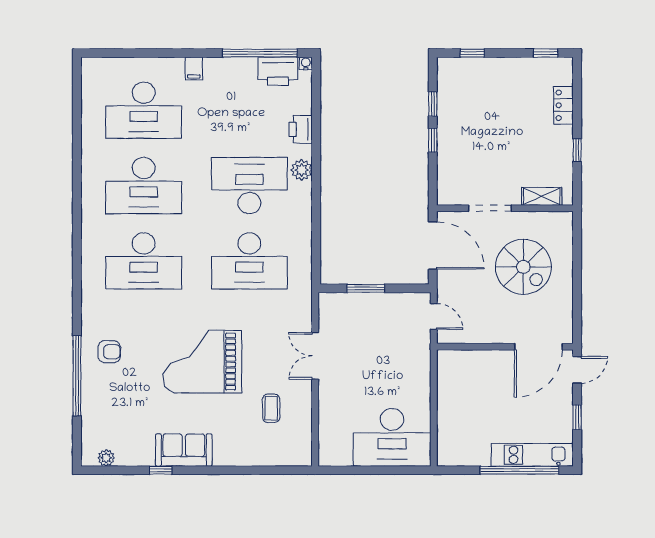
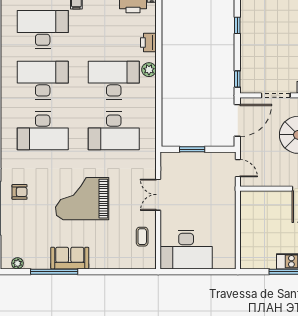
desk: (144, 110) -> (43, 29), turned 180
window: (433, 140) -> (237, 79), moved
desk: (144, 186) -> (43, 80), turned 180
door: (433, 245) -> (237, 120), hinge flipped
coffee table: (271, 408) -> (142, 237), moved
desk: (392, 437) -> (186, 250), moved
window: (161, 470) -> (54, 272), width x3.17

